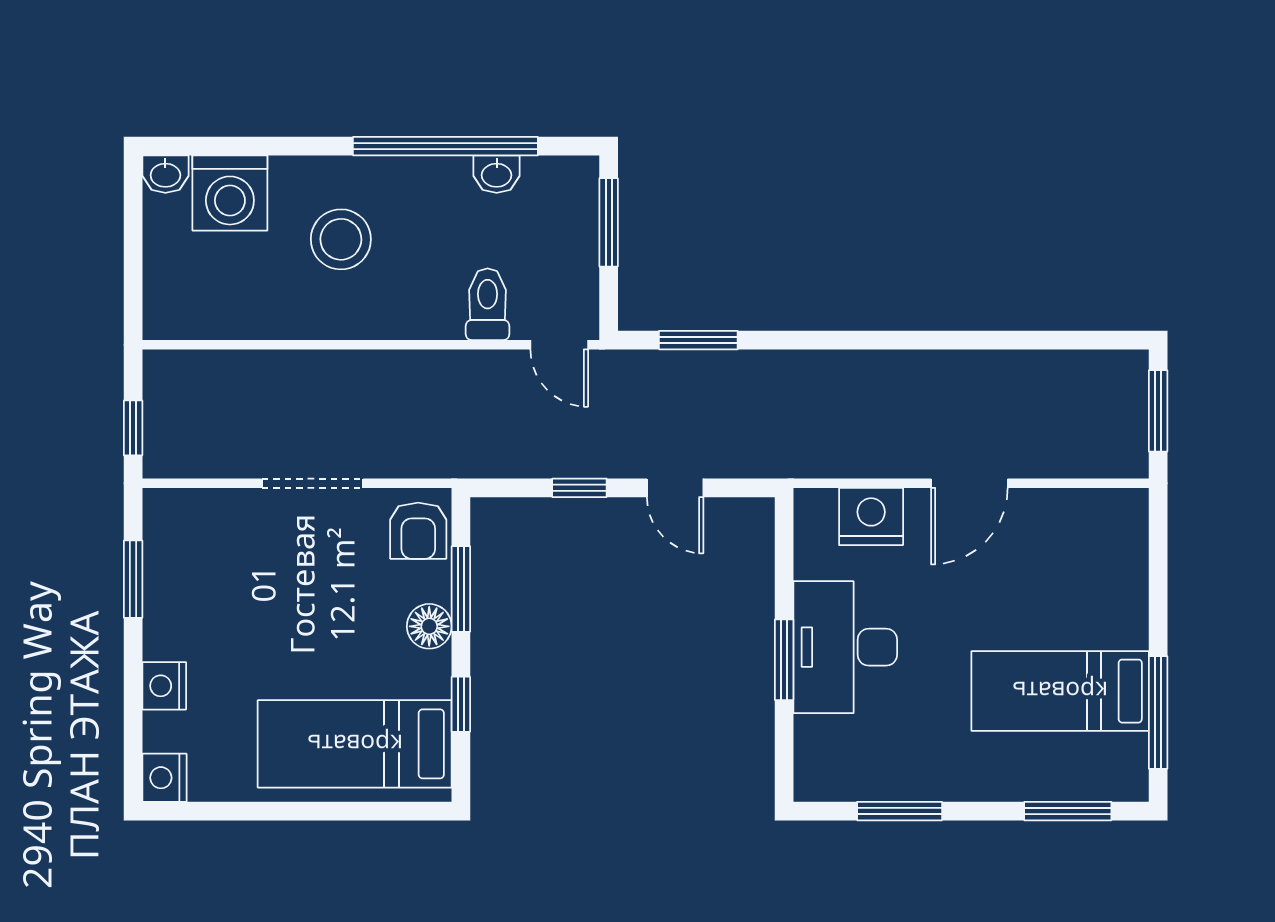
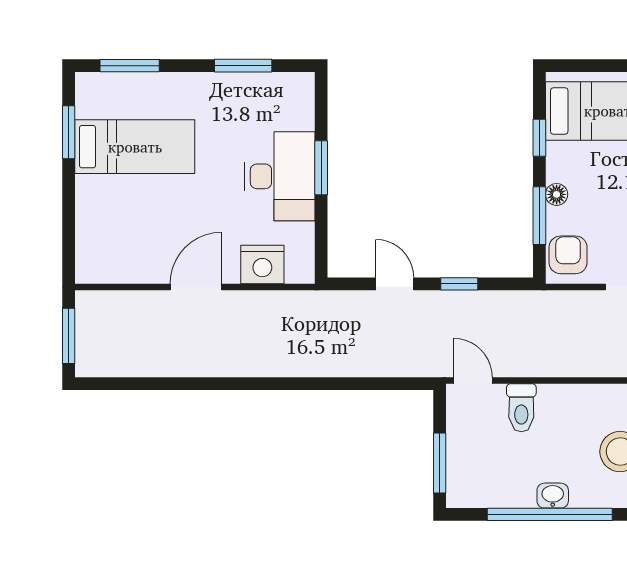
washbasin: (497, 174) -> (553, 496), moved
window: (698, 340) -> (379, 384), removed
floor lamp: (429, 626) -> (557, 194), width x0.73, depth x0.73
window: (1158, 712) -> (69, 132), width x0.69

